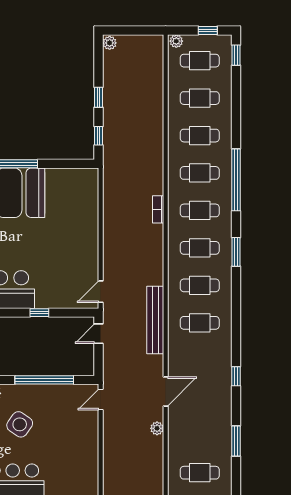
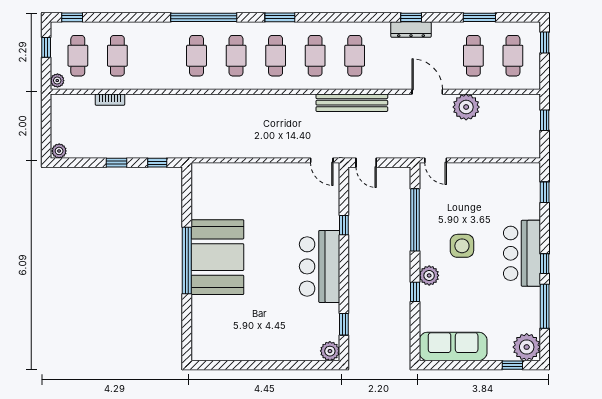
cafe table: (200, 136) -> (473, 56), moved
bookcase: (158, 209) -> (110, 100), moved
dresser: (225, 376) -> (411, 30), added
side table: (20, 424) -> (462, 246), turned -35
plant: (157, 428) -> (466, 107), width x1.87, depth x1.87

